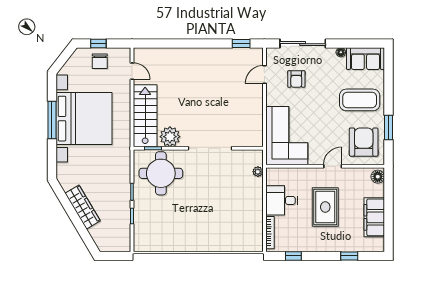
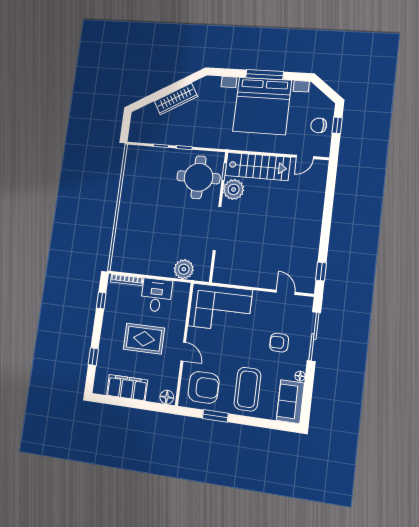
armchair: (296, 79) -> (279, 343), moved
plant: (258, 172) -> (184, 269), width x1.87, depth x1.87

